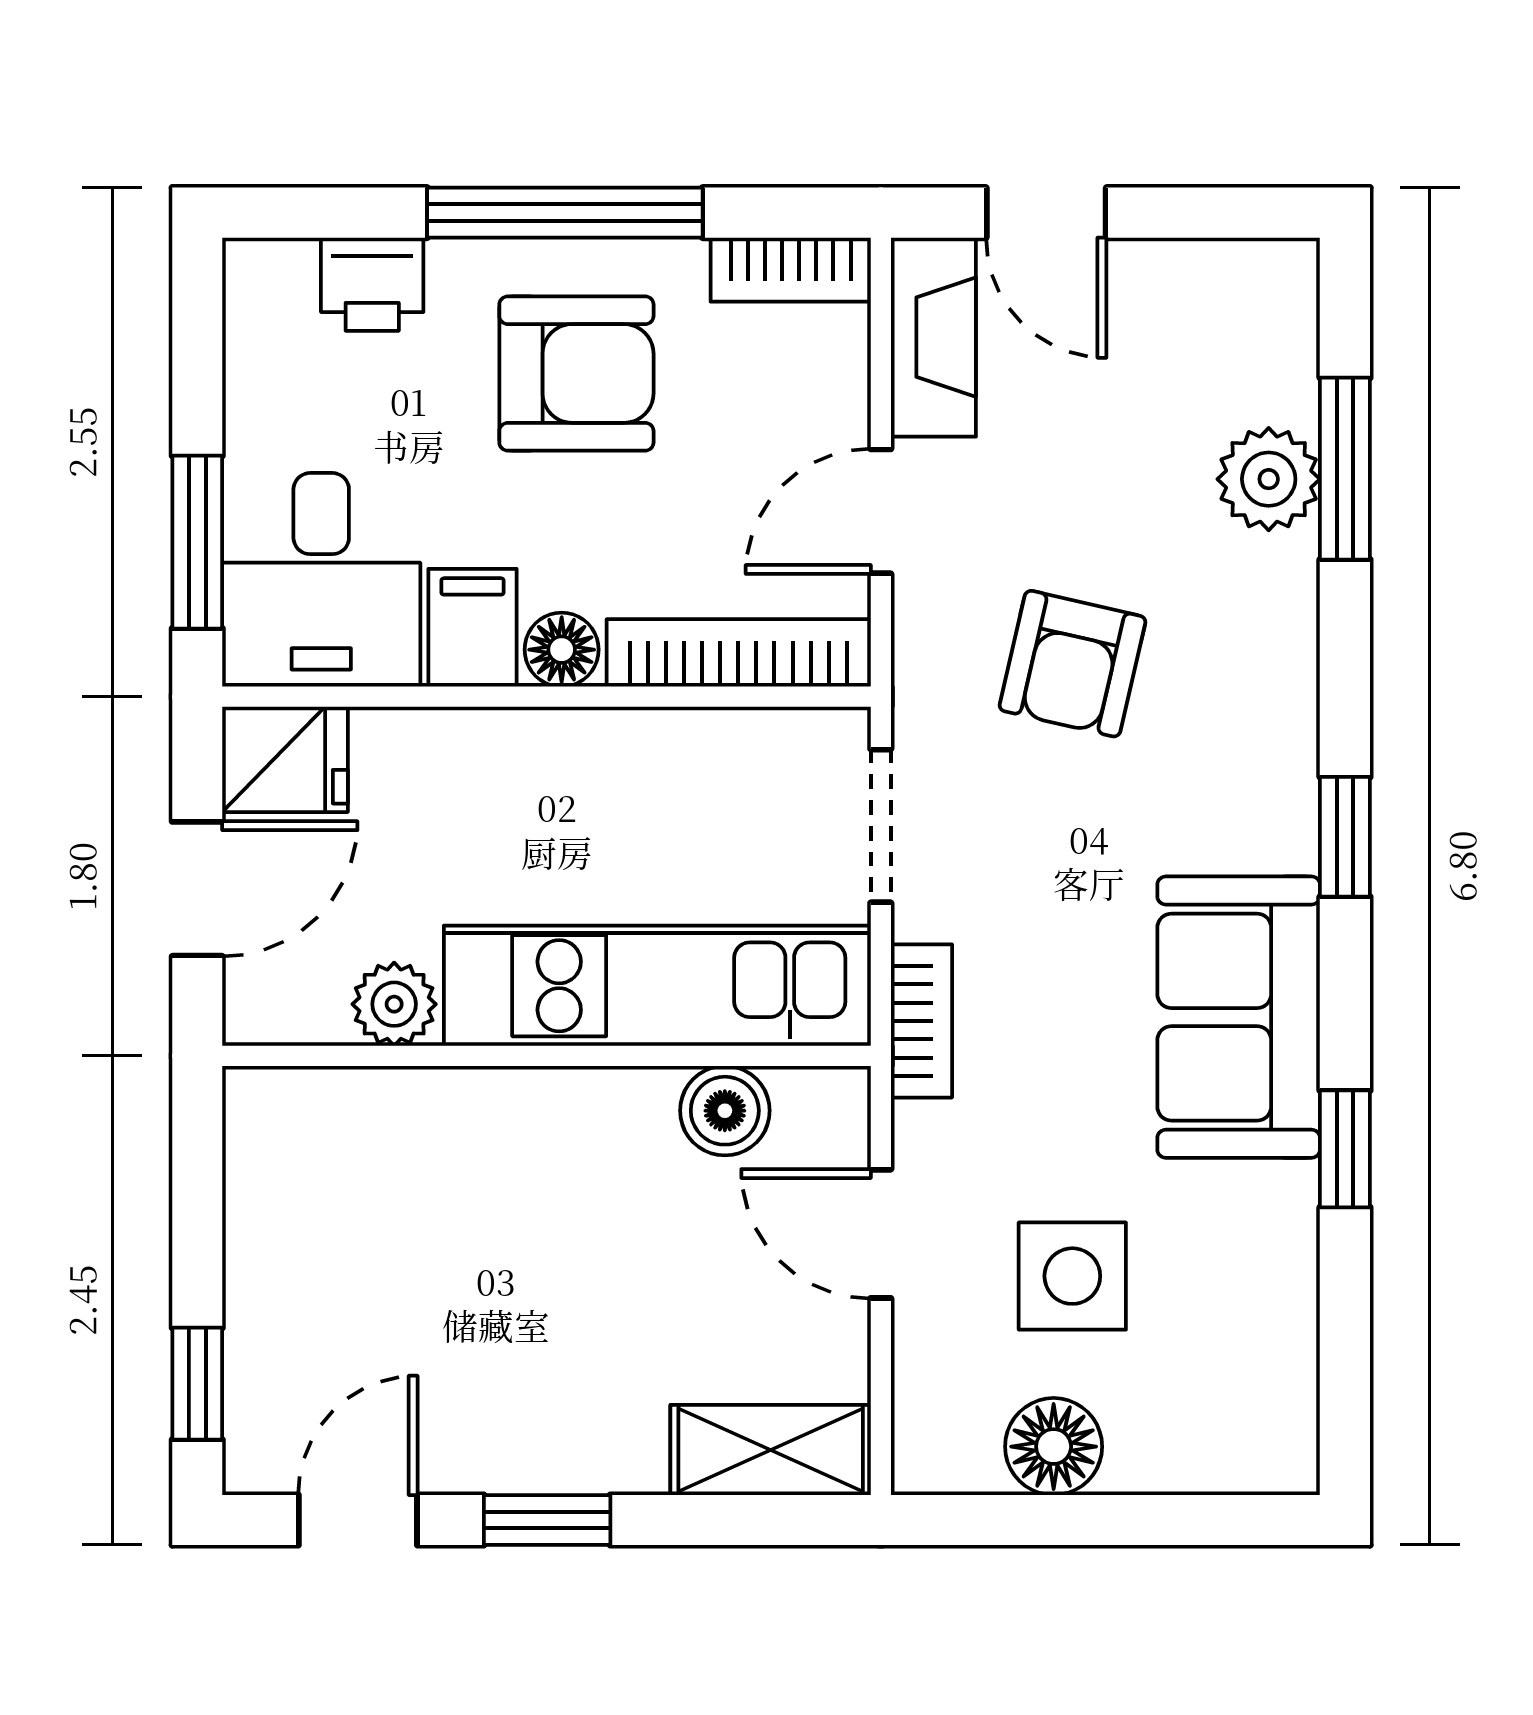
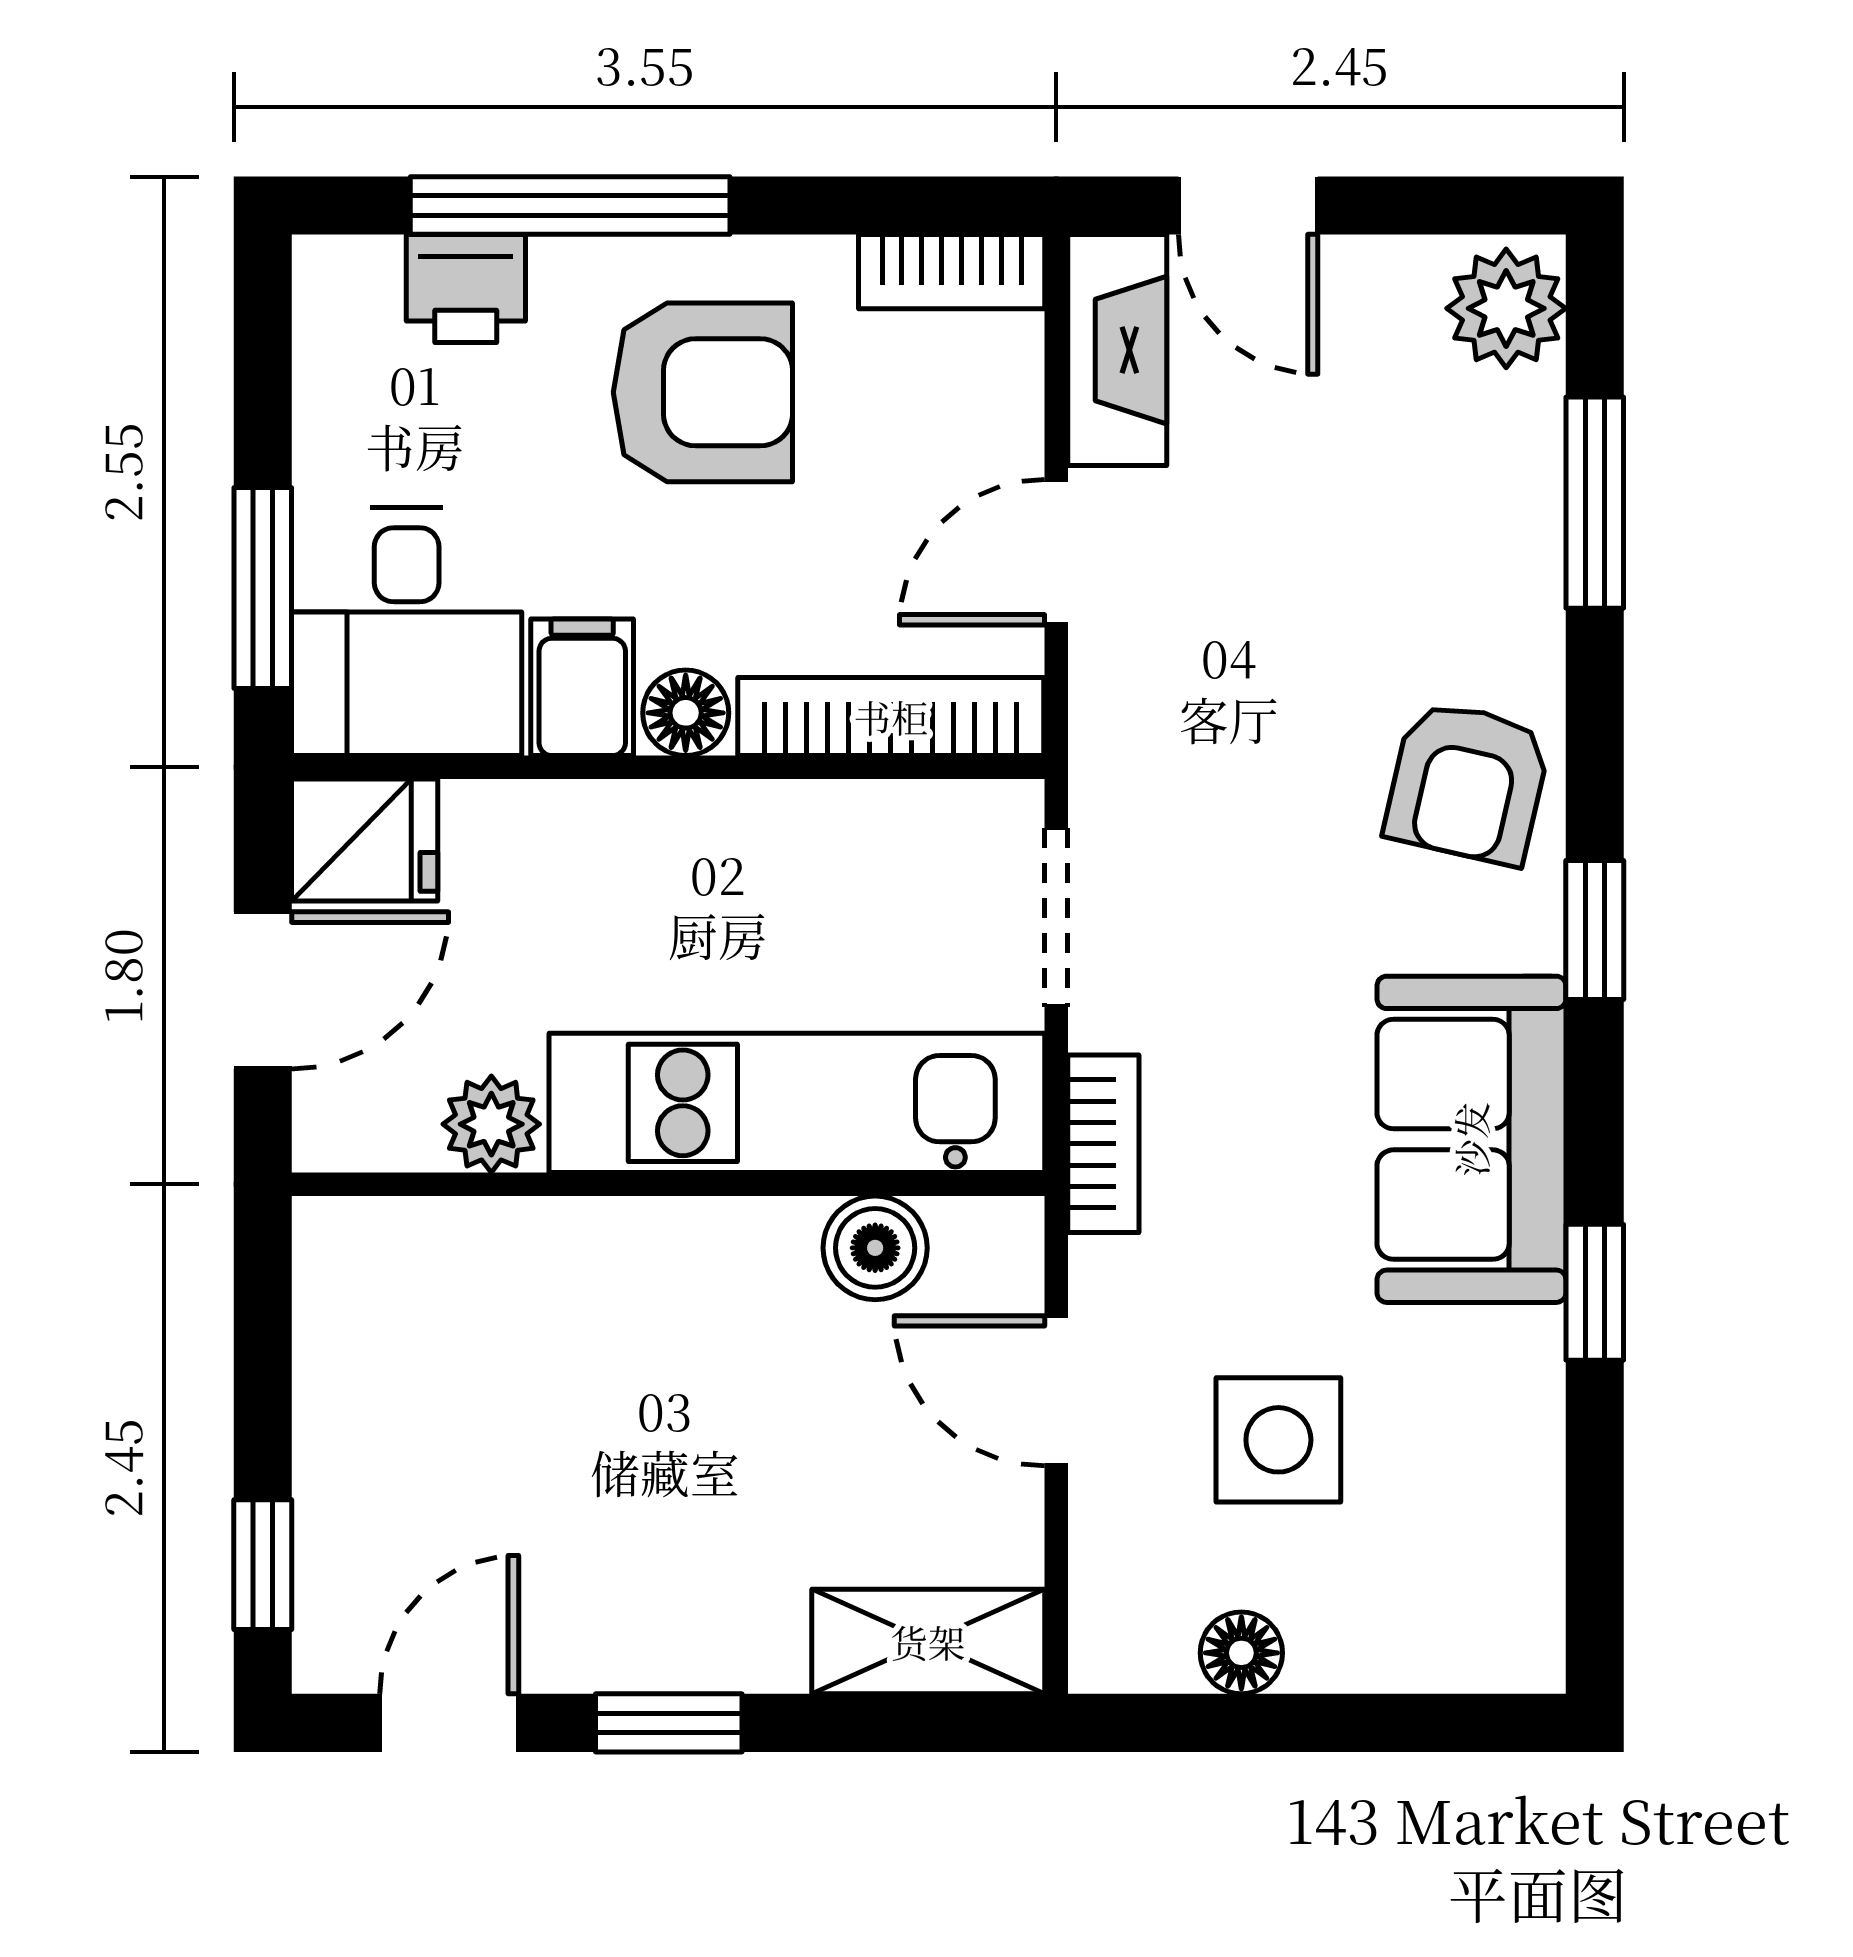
window: (565, 213) -> (570, 206), moved
plant: (1269, 479) -> (1506, 308), moved
armchair: (1072, 664) -> (1468, 783), moved
floor lamp: (1054, 1447) -> (1241, 1653), width x0.73, depth x0.73

